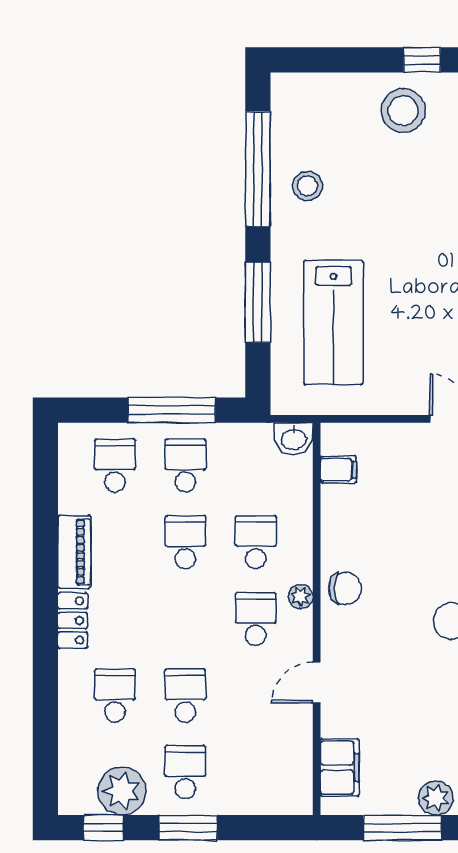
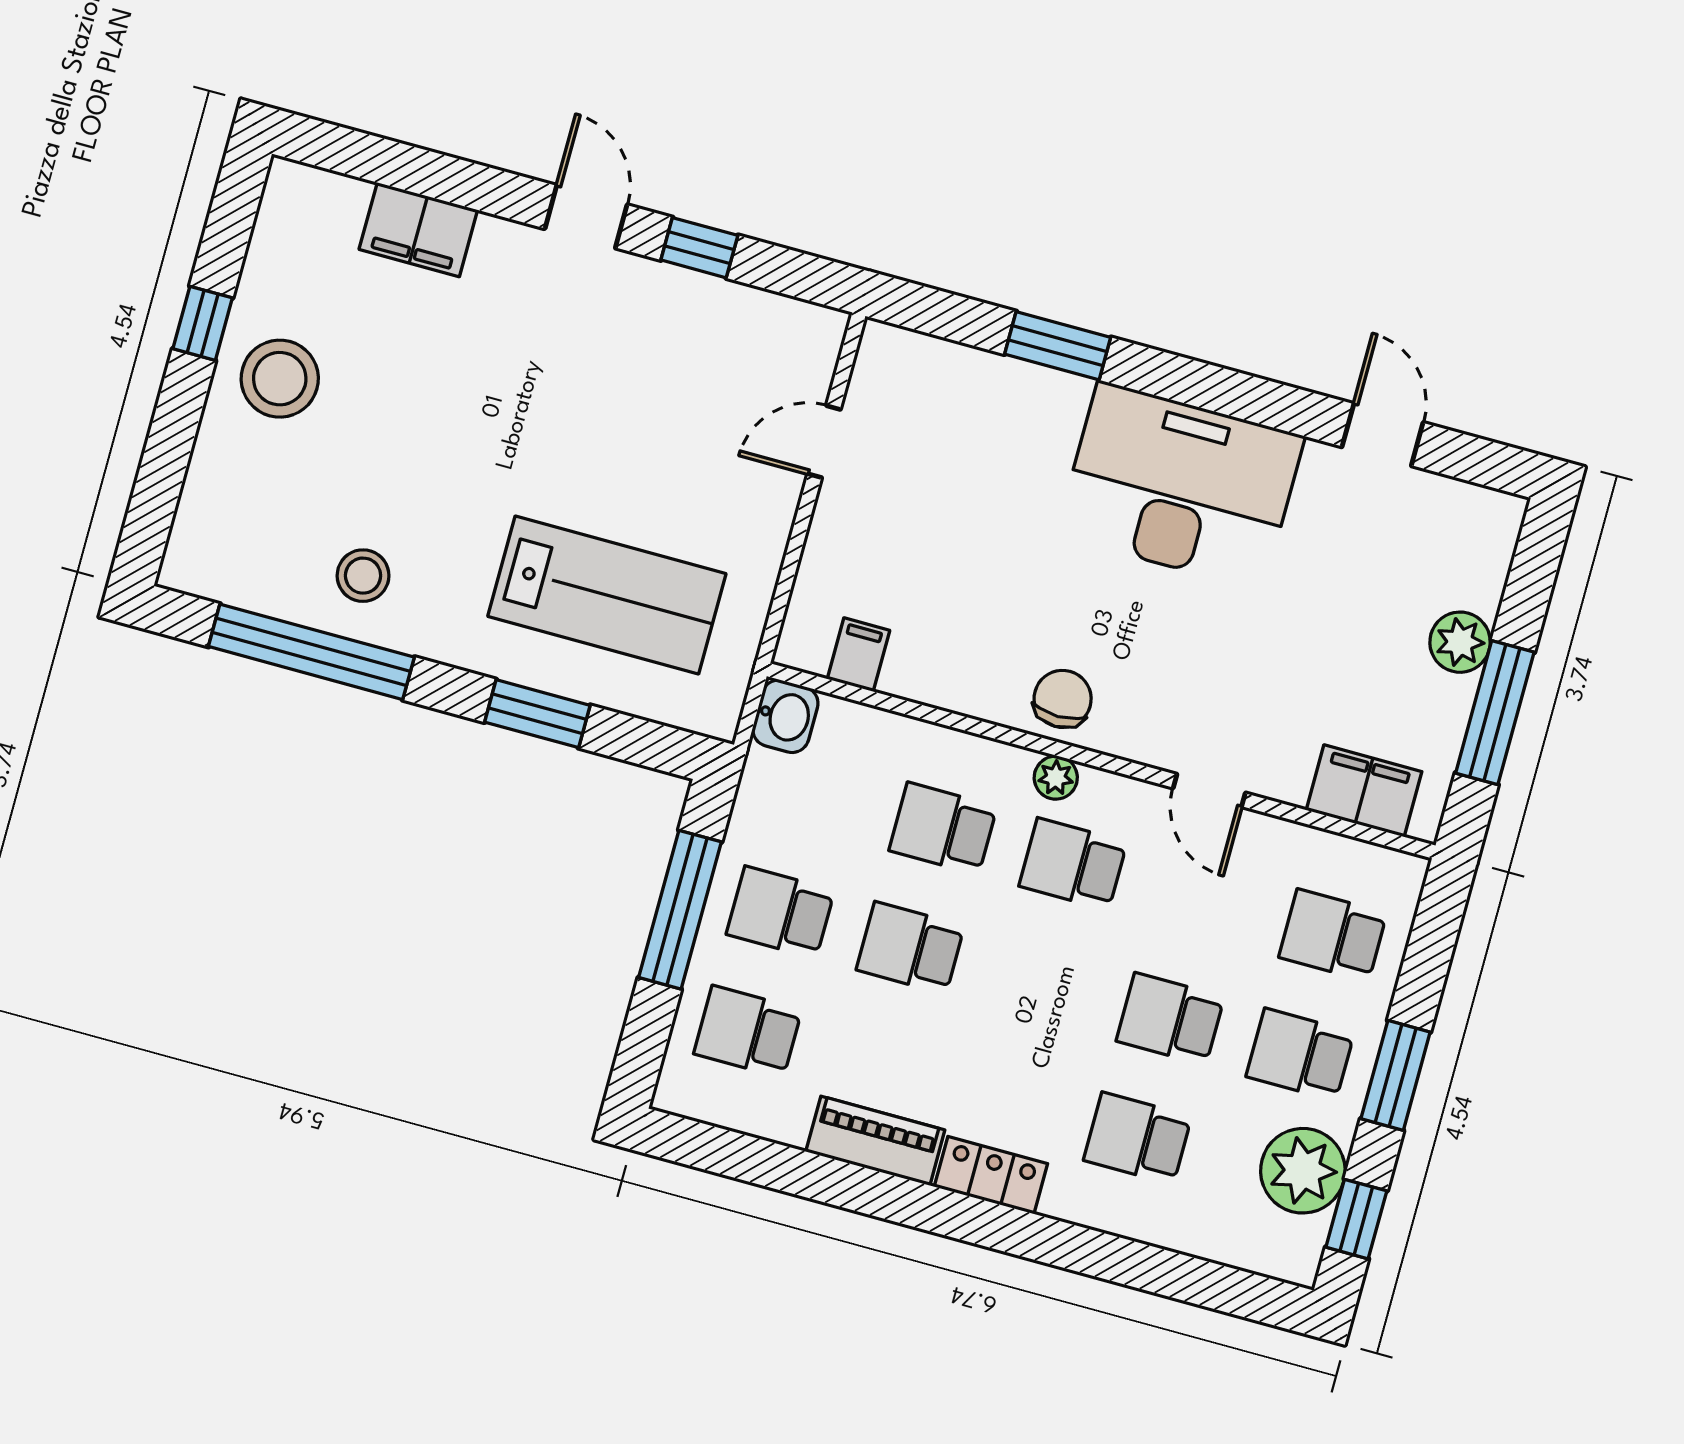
window: (258, 302) -> (537, 714), width x0.69
school desk: (256, 772) -> (1333, 935), added

